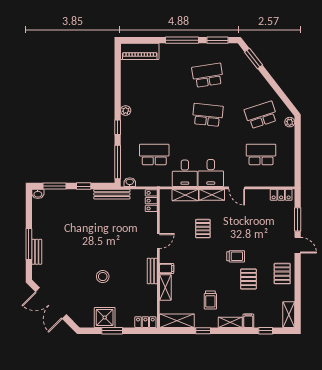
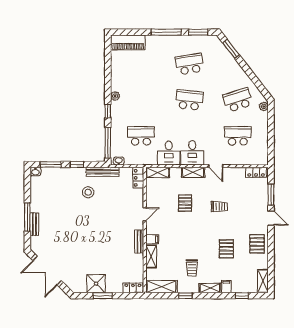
shelving: (185, 195) -> (158, 173), moved
trolley: (236, 256) -> (219, 207), moved
stool: (103, 277) -> (88, 192), moved

